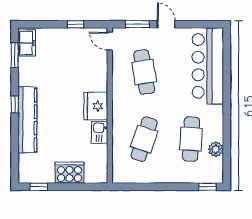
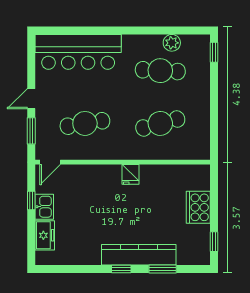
freezer: (27, 43) -> (45, 235), moved, turned 90
window: (15, 55) -> (163, 269), moved
fridge: (96, 106) -> (131, 174), width x0.53, depth x0.75
kitchen sink: (100, 132) -> (44, 207), moved, turned -90
cafe table: (144, 139) -> (160, 123), turned -33

